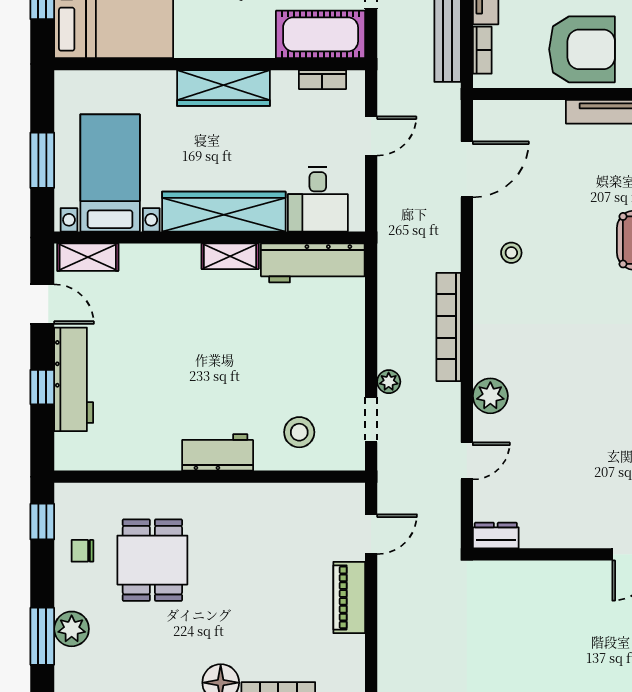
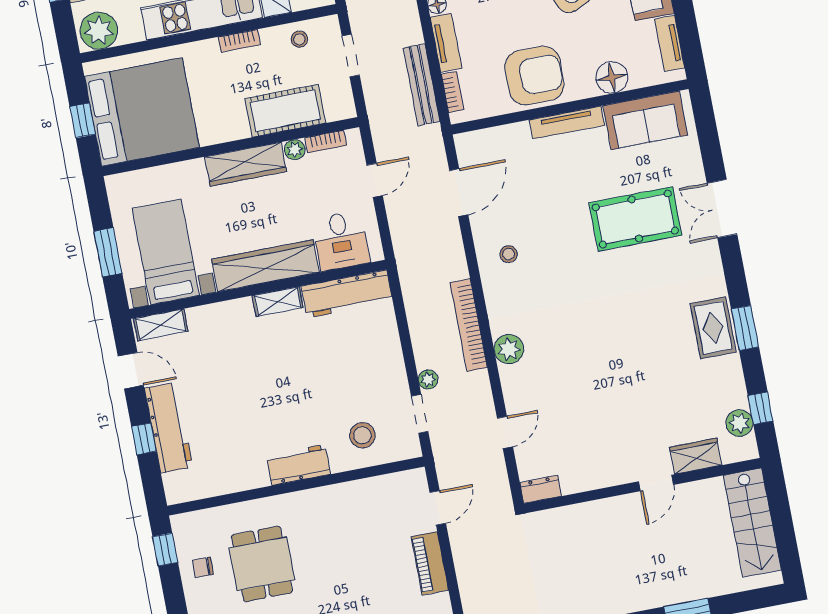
cot: (321, 34) -> (285, 111), moved
plant: (284, 82) -> (295, 150), added
plant: (490, 396) -> (509, 349), moved

